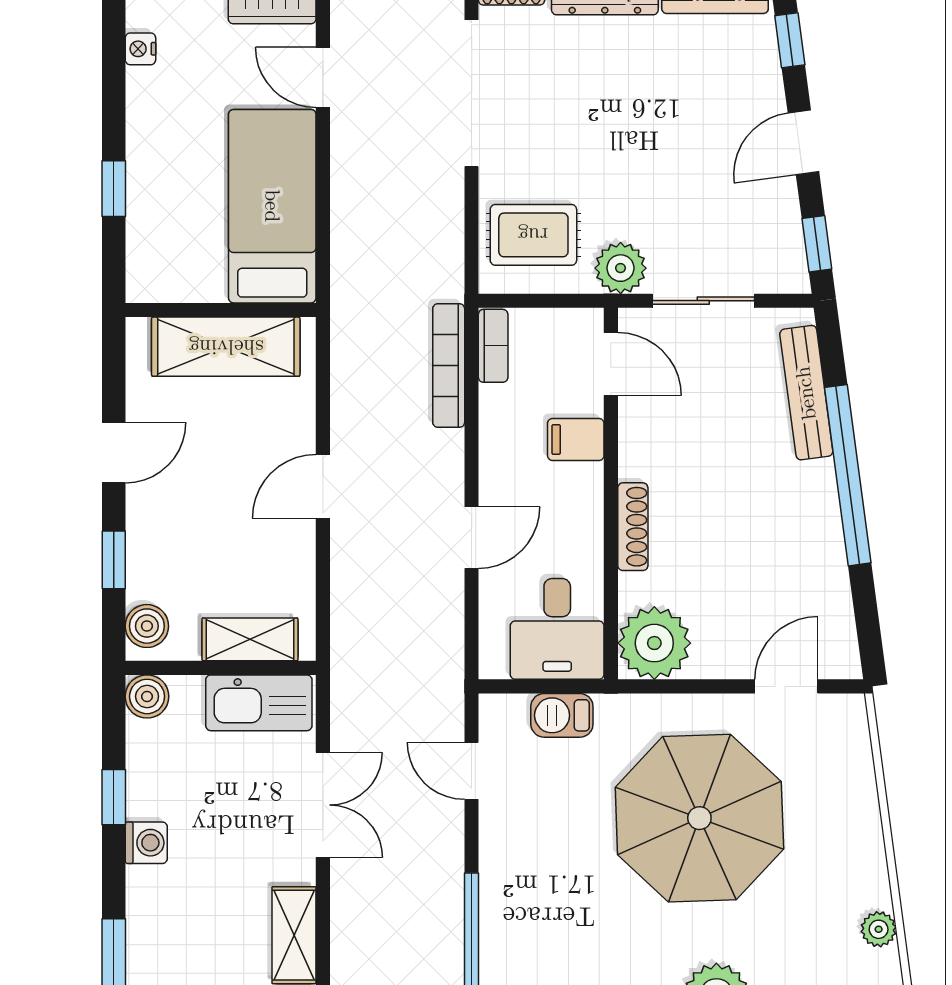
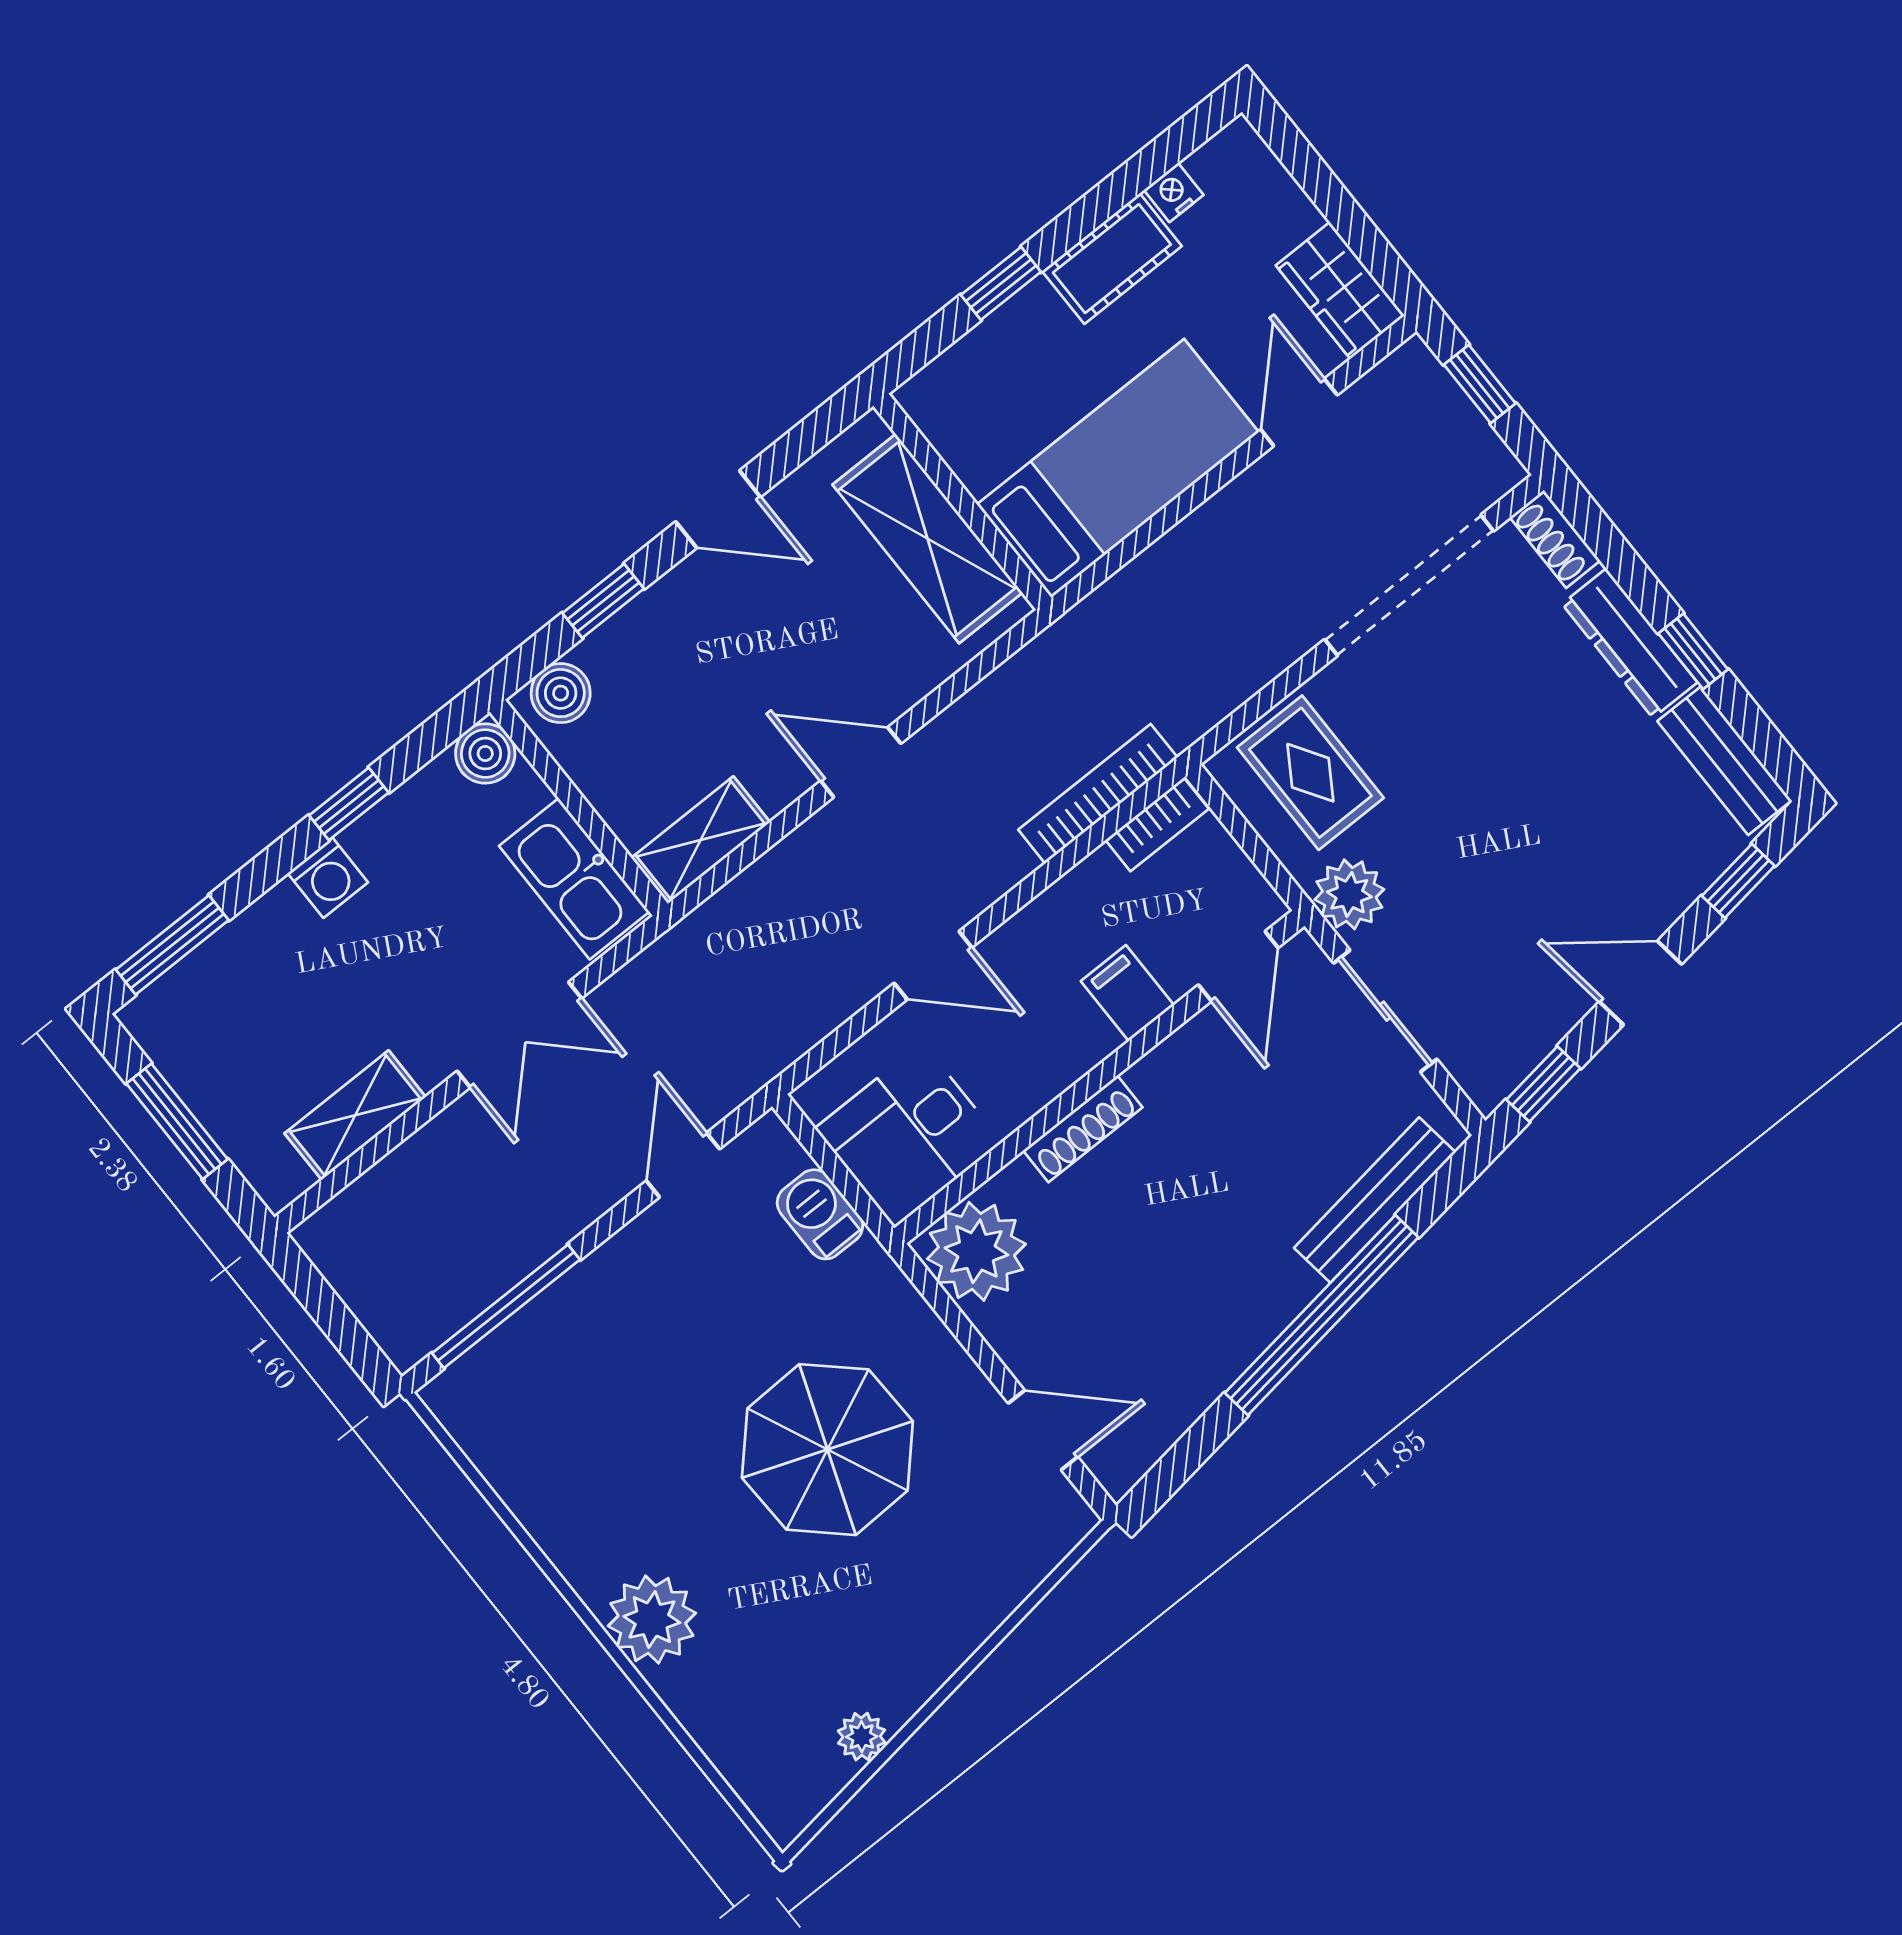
cot: (150, 114) -> (1112, 259), added
shelving: (250, 639) -> (701, 840), moved, turned 90
parasol: (699, 818) -> (827, 1450), width x0.73, depth x0.73

